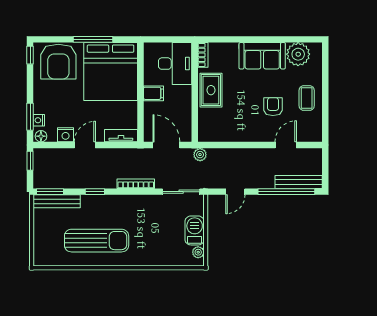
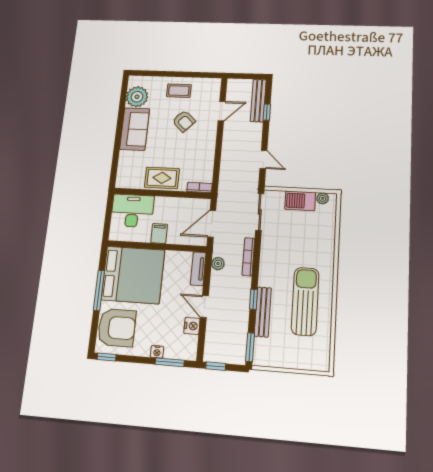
bookcase: (203, 55) -> (199, 188), moved
armchair: (273, 107) -> (184, 121), turned -136
nightstand: (39, 120) -> (157, 352), moved
floor lamp: (41, 136) -> (191, 352), removed
door: (286, 145) -> (222, 111), swing flipped
plant: (200, 155) -> (218, 264), moved
window: (286, 192) -> (267, 112), width x0.32
bench: (57, 201) -> (263, 312), moved

